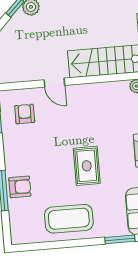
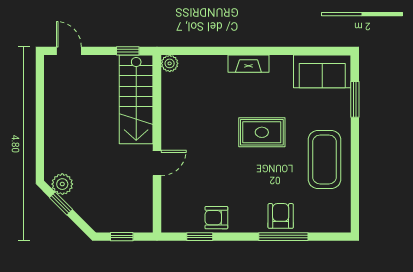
armchair: (25, 114) -> (216, 218), moved

